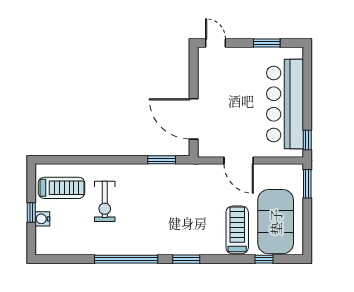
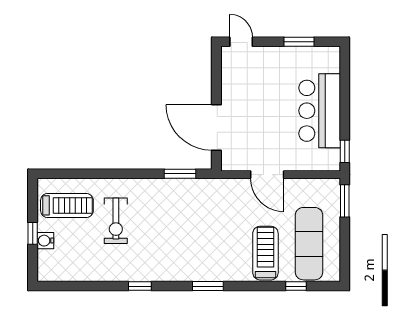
bar counter: (285, 104) -> (320, 111), width x0.73
exercise mat: (276, 222) -> (309, 244), width x0.68
window: (126, 259) -> (140, 286), width x0.32

